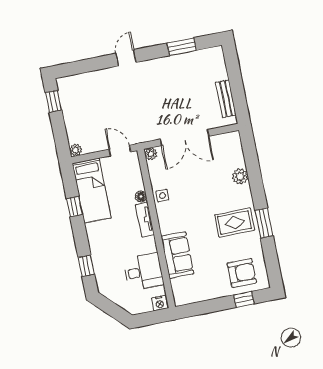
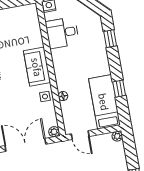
tv unit: (145, 220) -> (60, 77), removed
sofa: (177, 255) -> (37, 67), moved

